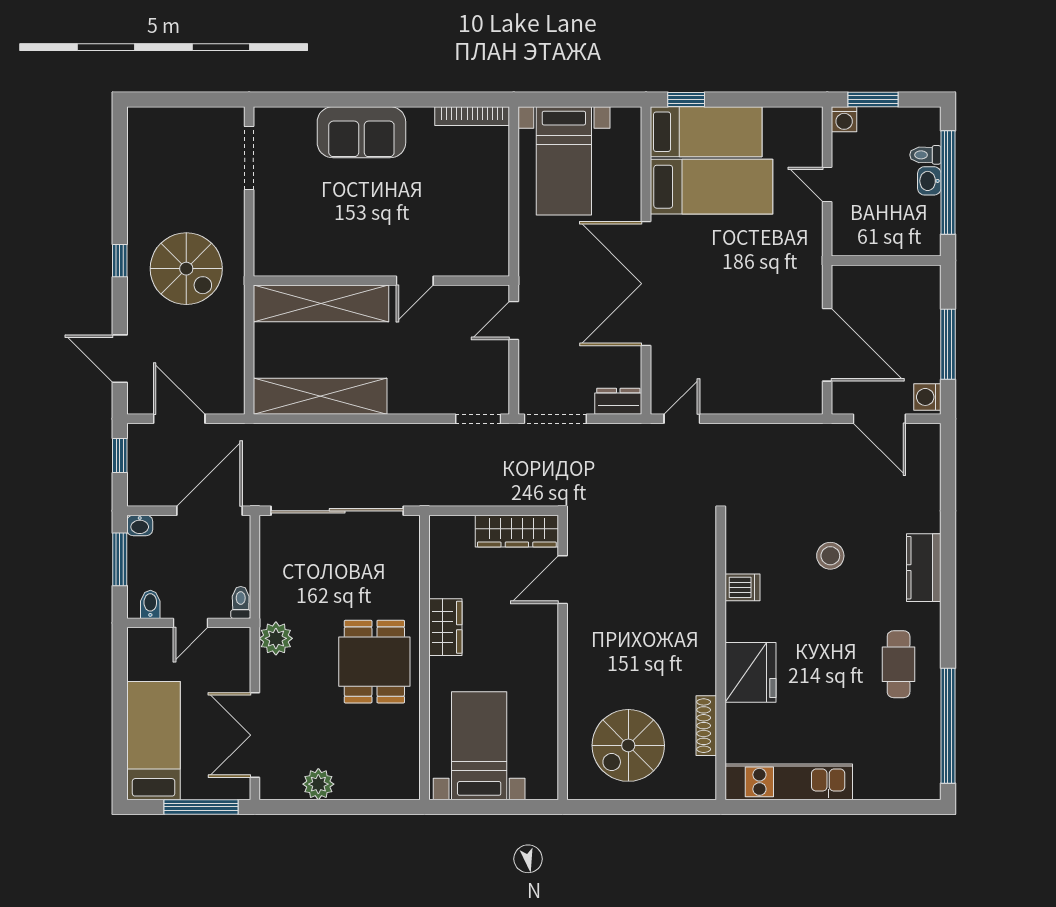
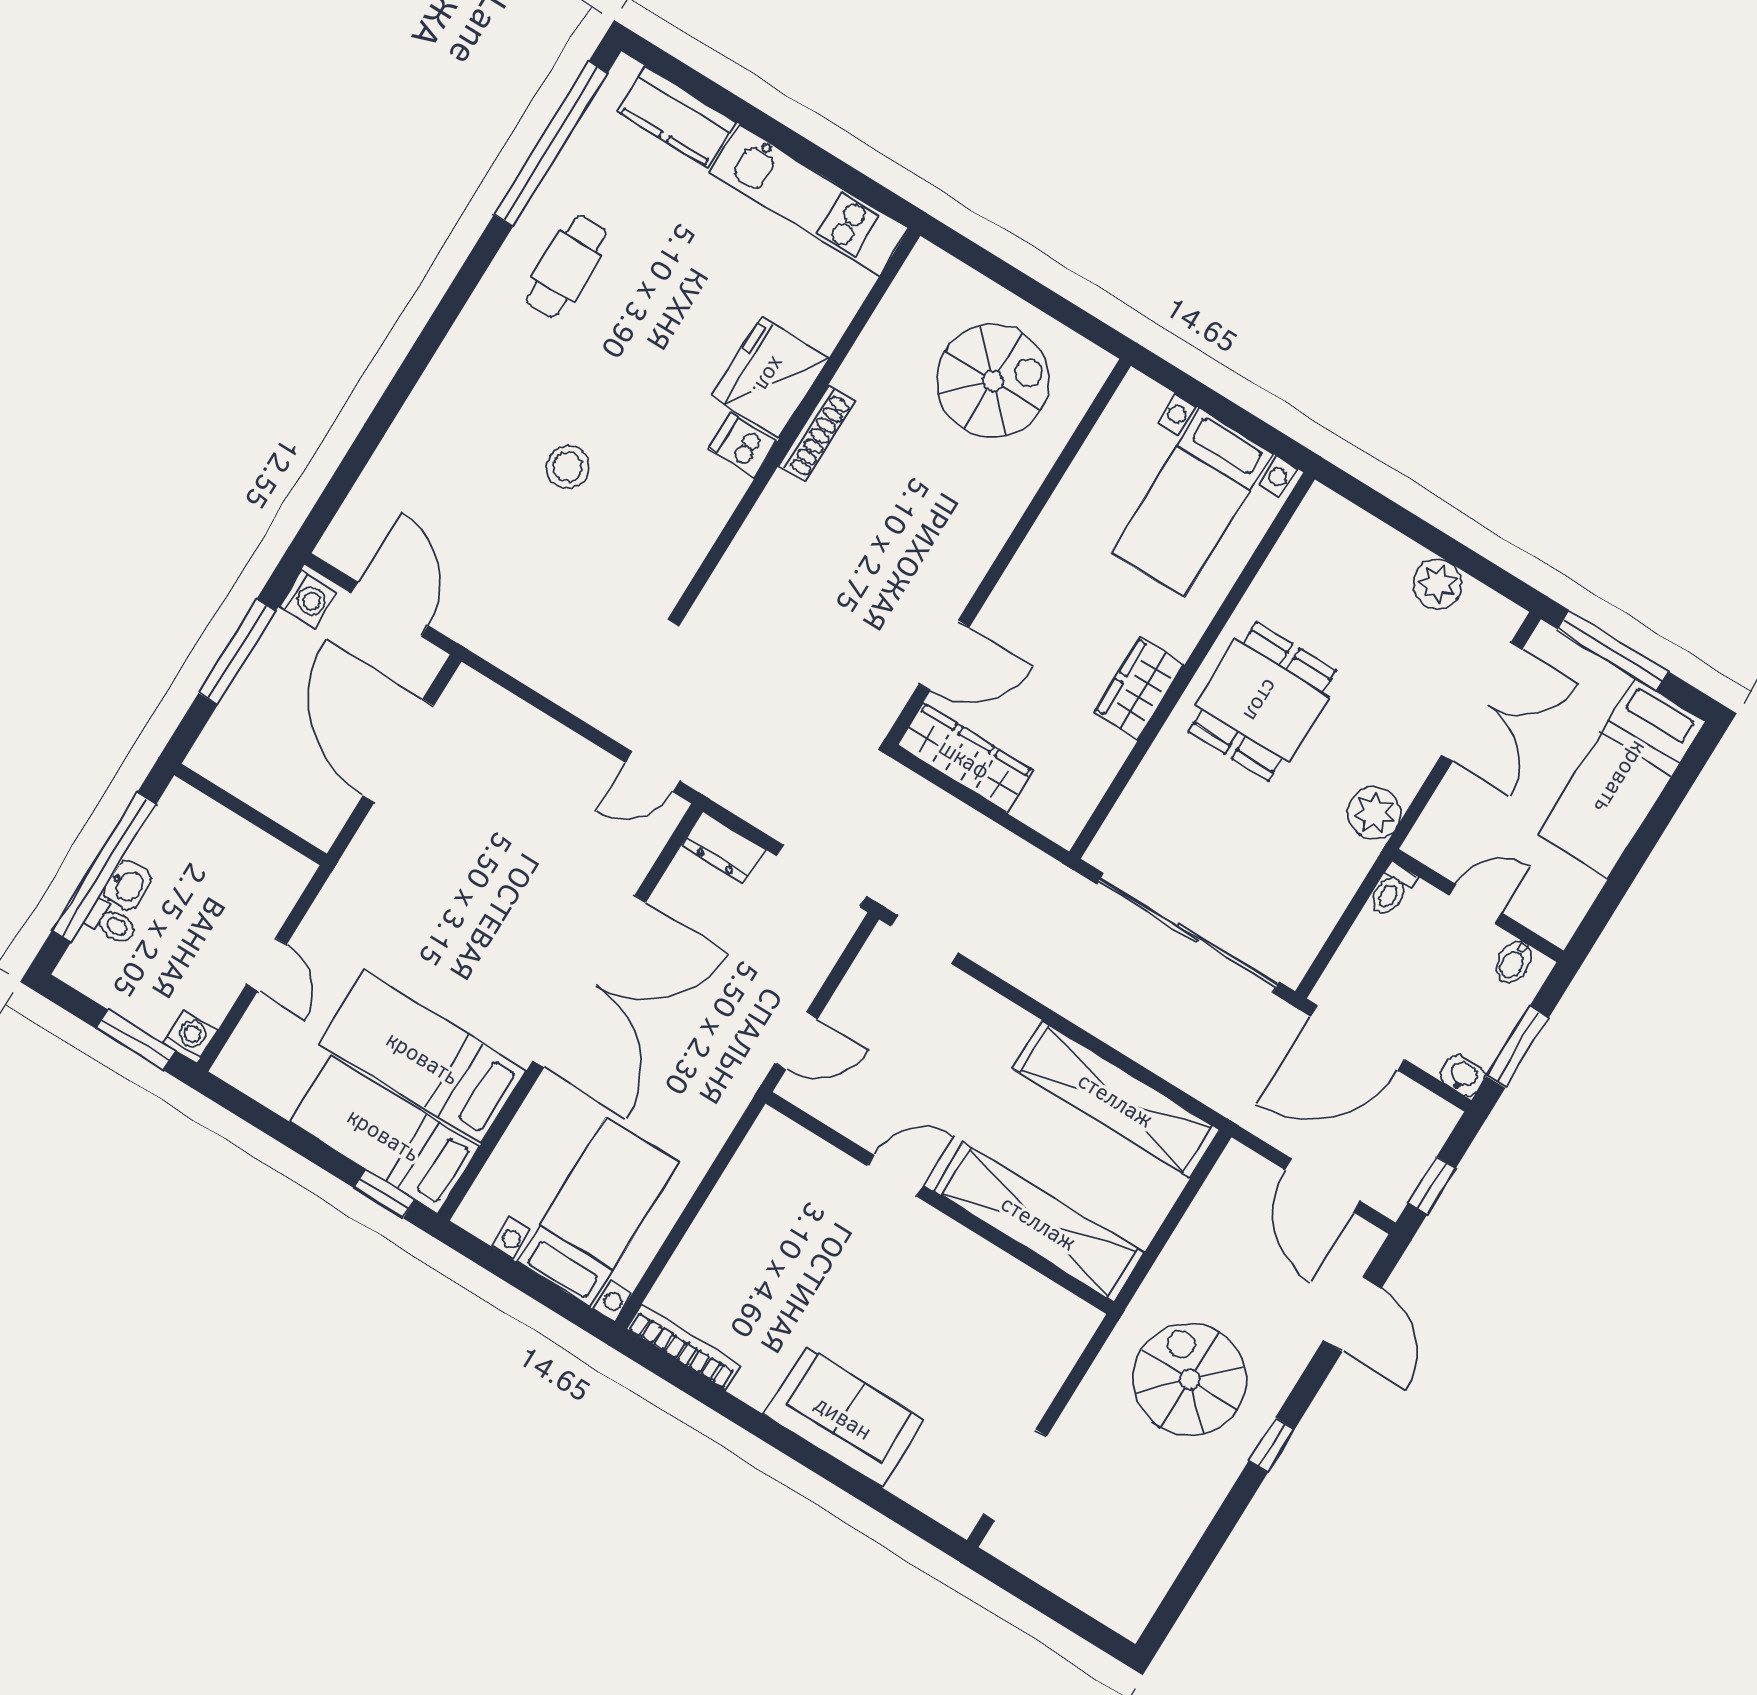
kitchen counter: (924, 568) -> (677, 117), moved, turned 90
dishwasher: (742, 587) -> (743, 445), moved
shoe rack: (706, 726) -> (817, 434), moved

